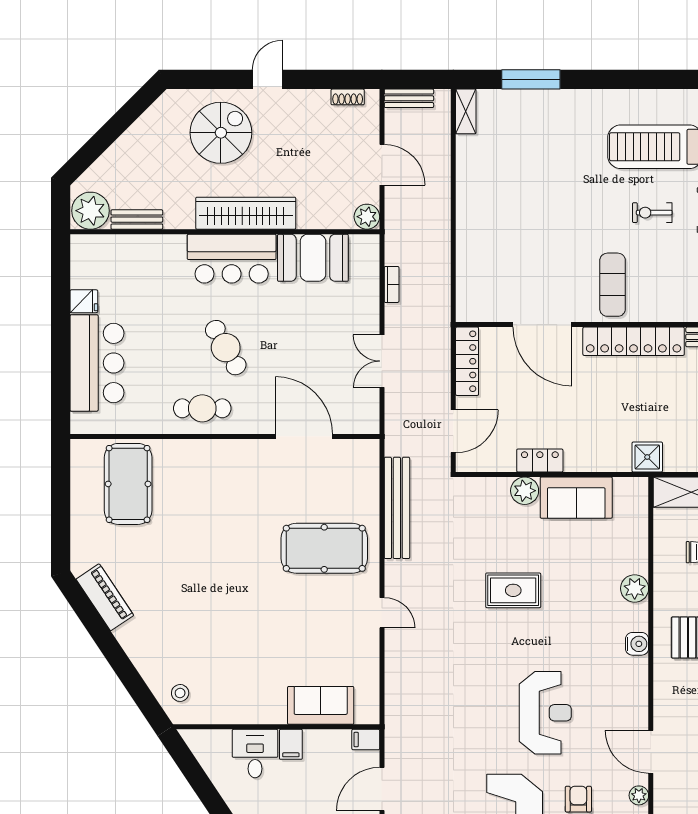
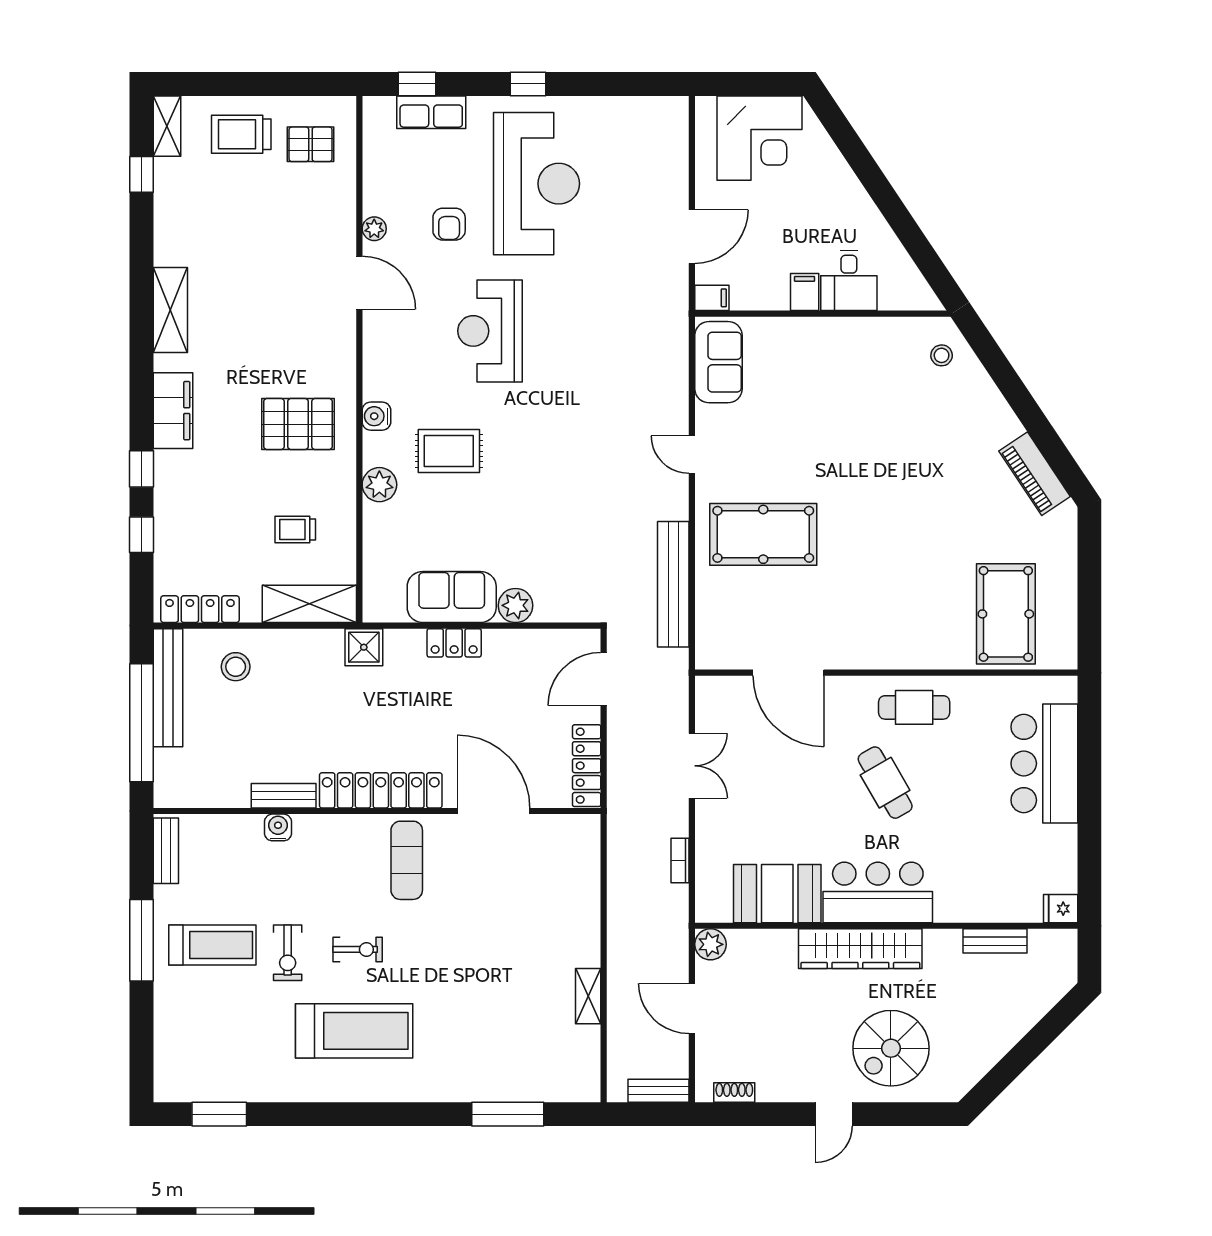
shelving: (466, 111) -> (588, 996), moved
plant: (91, 211) -> (1052, 952), removed
fridge: (84, 301) -> (1061, 909), moved
locker: (540, 461) -> (454, 643), moved
rug: (513, 590) -> (449, 451), moved
sofa: (321, 705) -> (718, 362), moved, turned -90

